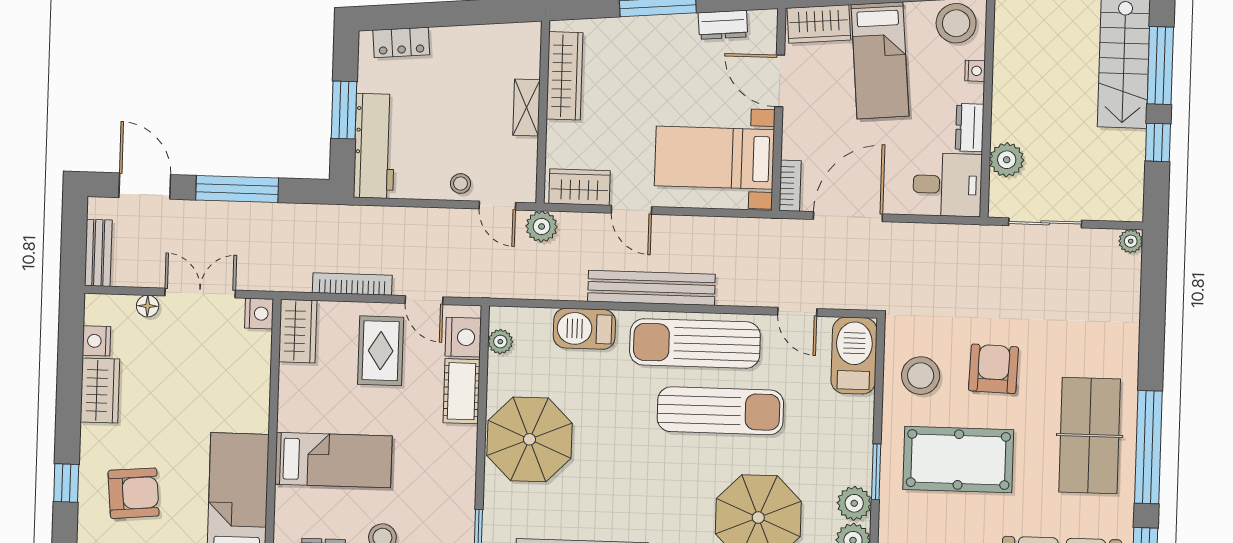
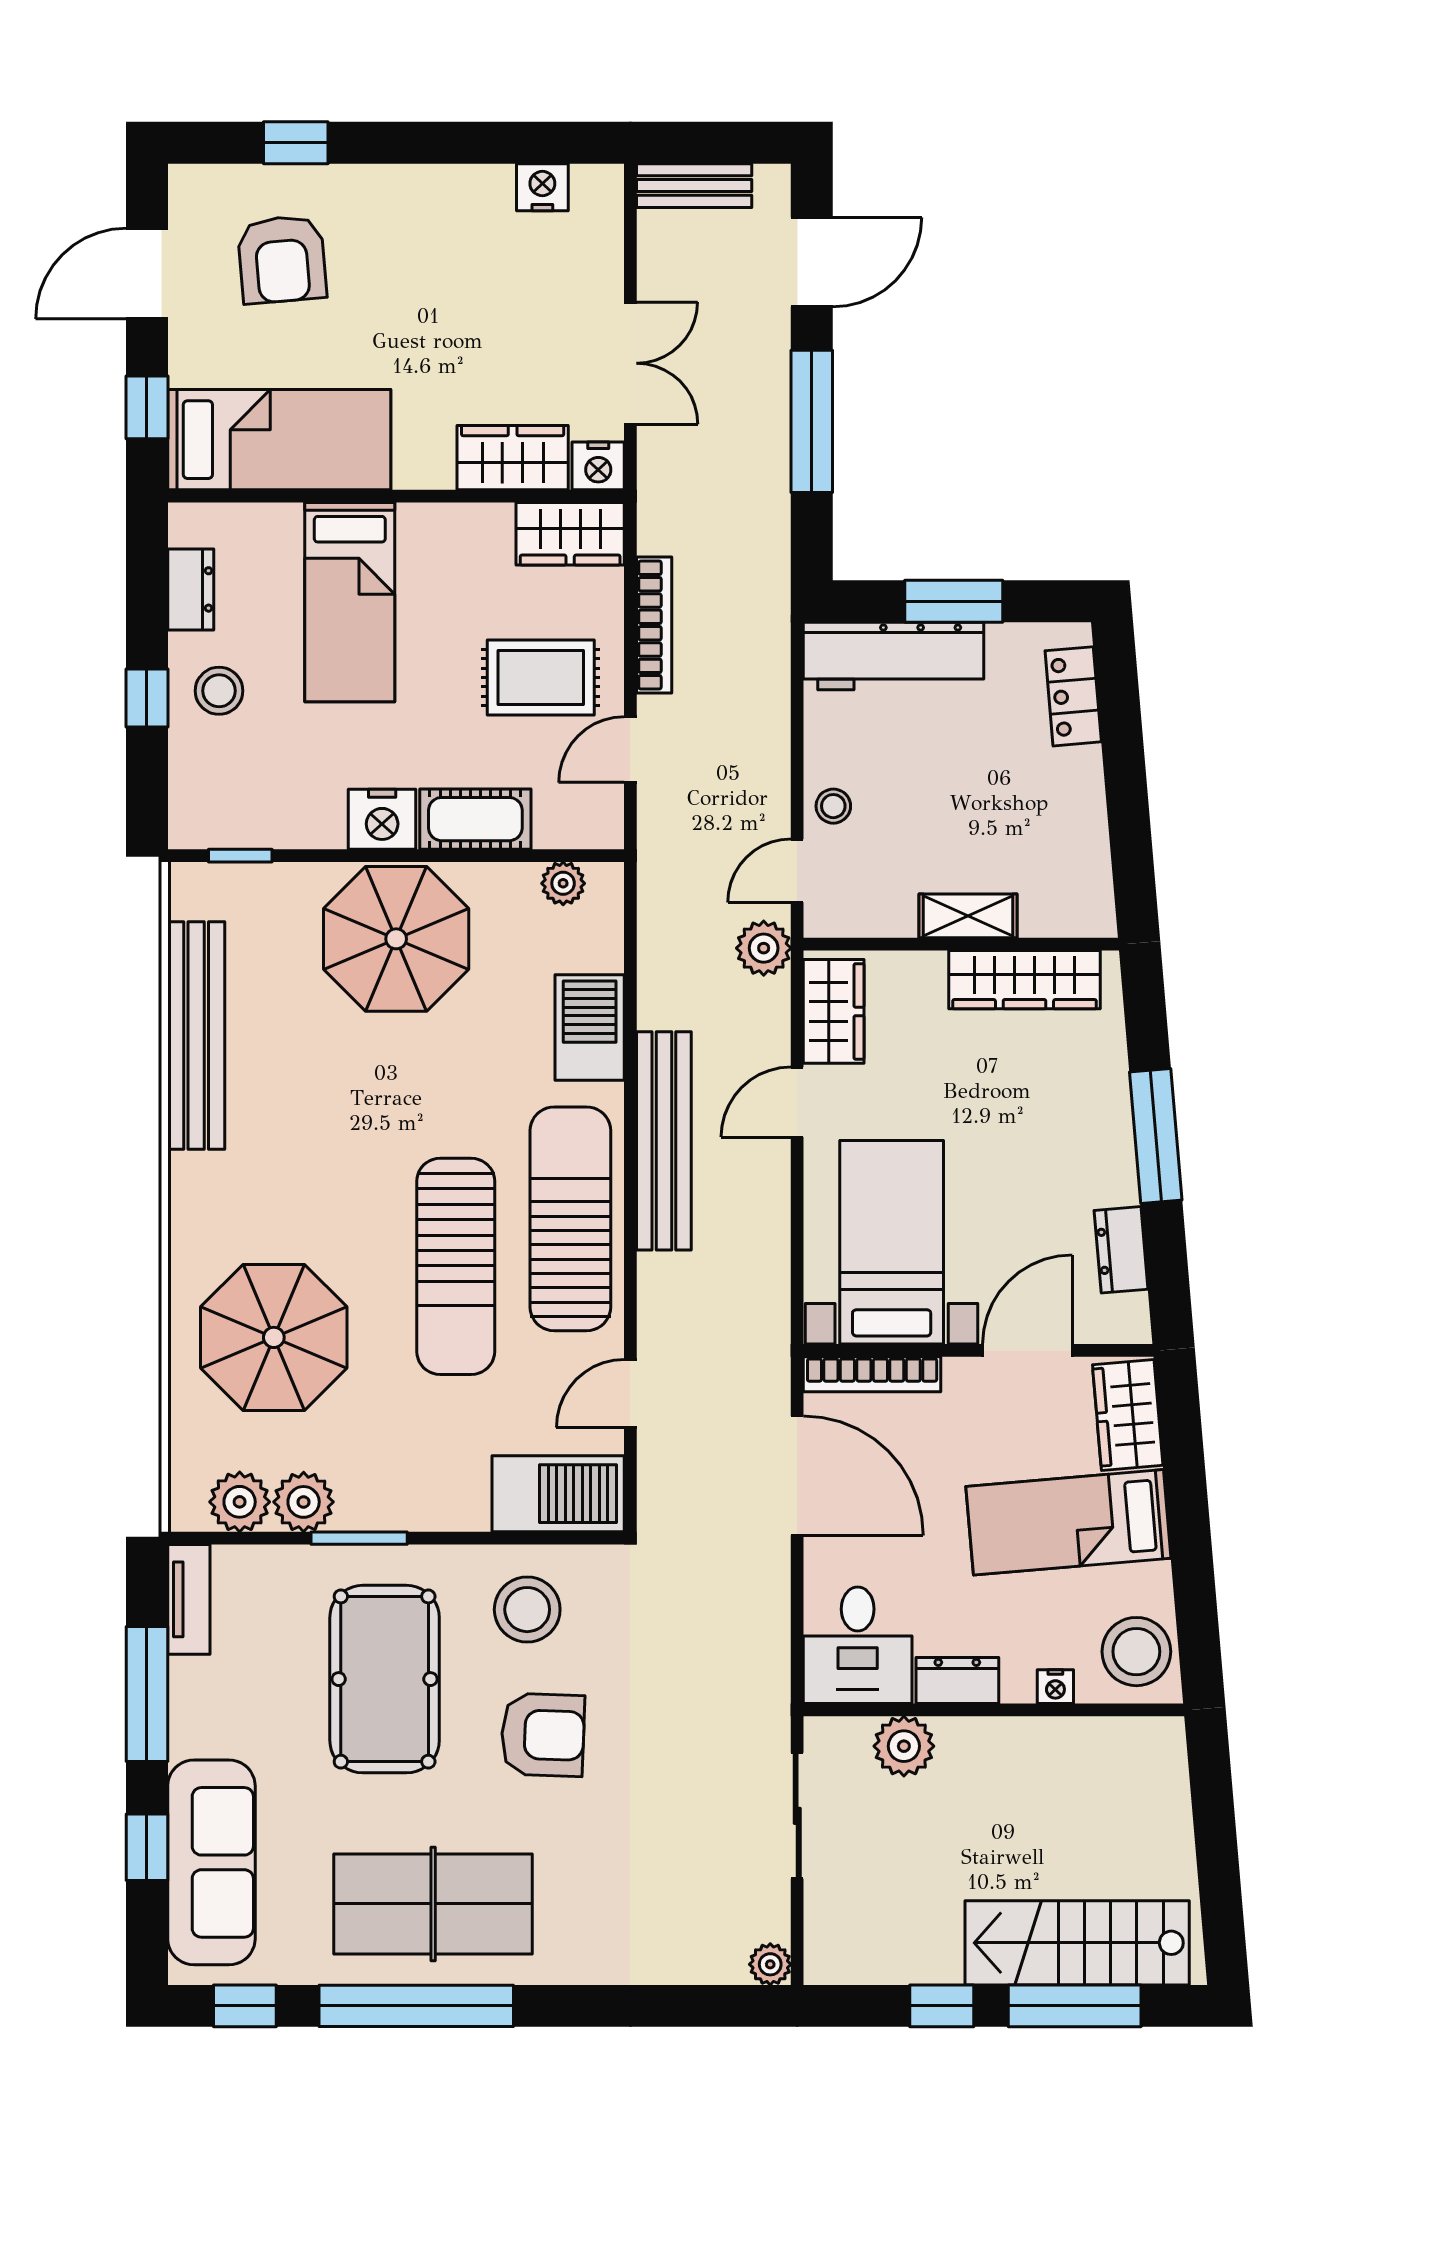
bookcase: (790, 186) -> (872, 1374), width x1.56
floor lamp: (148, 306) -> (605, 273), removed
nightstand: (463, 337) -> (382, 819), moved
wardrobe: (100, 390) -> (513, 458), moved, turned 180

